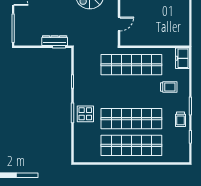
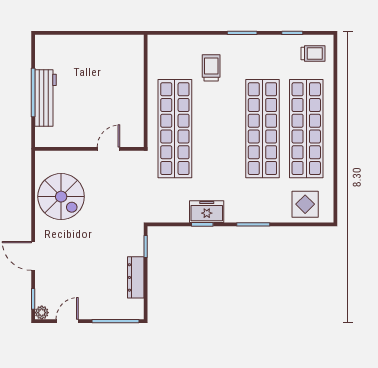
door: (119, 24) -> (109, 149), hinge flipped
dresser: (55, 41) -> (136, 277), moved
freezer: (182, 58) -> (207, 212), moved, turned 180
display table: (85, 114) -> (305, 204), moved
trolley: (180, 119) -> (313, 53), moved

